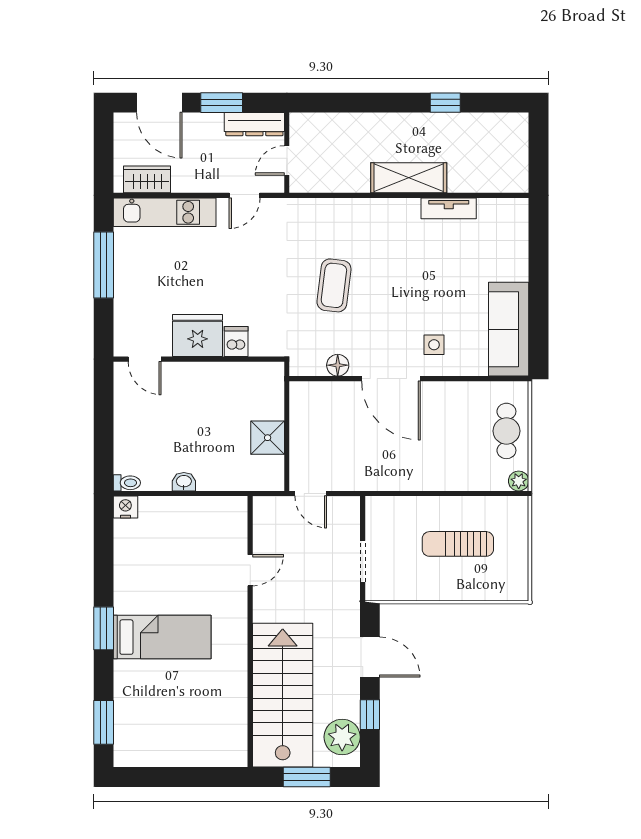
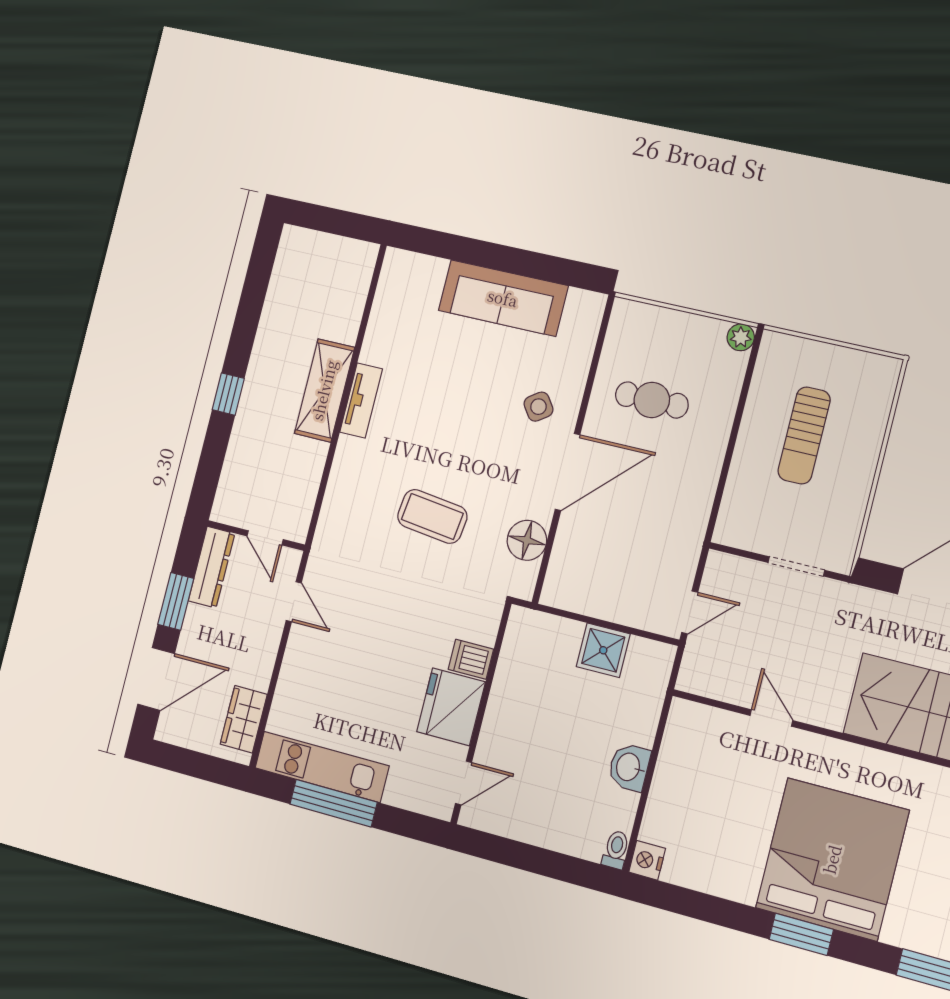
window: (445, 103) -> (228, 394), moved
tv unit: (449, 208) -> (361, 400), moved
kitchen unit: (165, 212) -> (322, 767), moved, turned -90
sofa: (509, 329) -> (503, 298), moved
side table: (434, 345) -> (538, 407), turned -35
floor lamp: (338, 365) -> (527, 540), width x1.38, depth x1.38
cafe table: (506, 431) -> (652, 400), moved
washbasin: (184, 482) -> (629, 767), width x1.38, depth x1.45
bed: (162, 637) -> (832, 859), width x2.04

